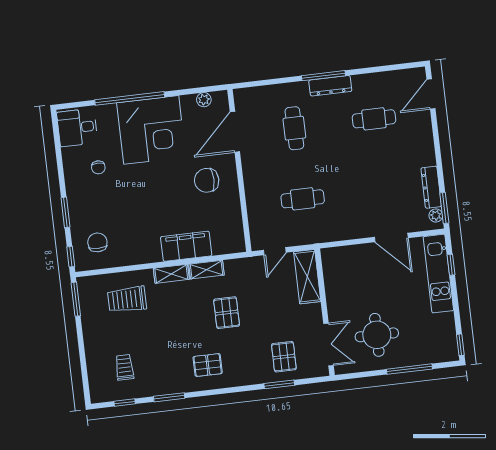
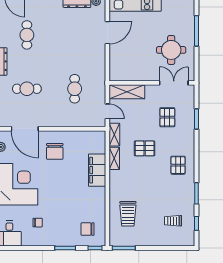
shelving: (171, 274) -> (114, 135), moved
pallet: (284, 357) -> (167, 117), moved, turned 90

